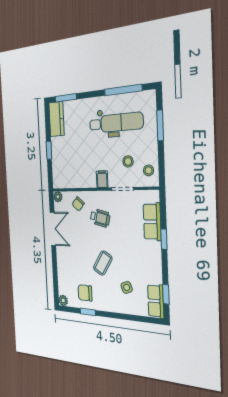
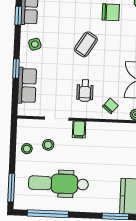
window: (160, 125) -> (11, 188), moved
stool: (149, 170) -> (27, 149), moved
wheelchair: (100, 218) -> (85, 91), turned -104
side table: (127, 287) -> (35, 44), moved

